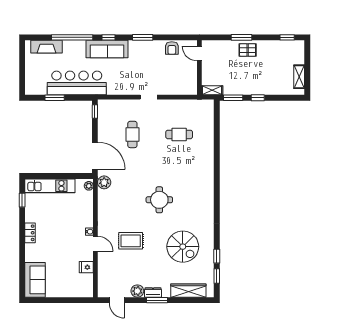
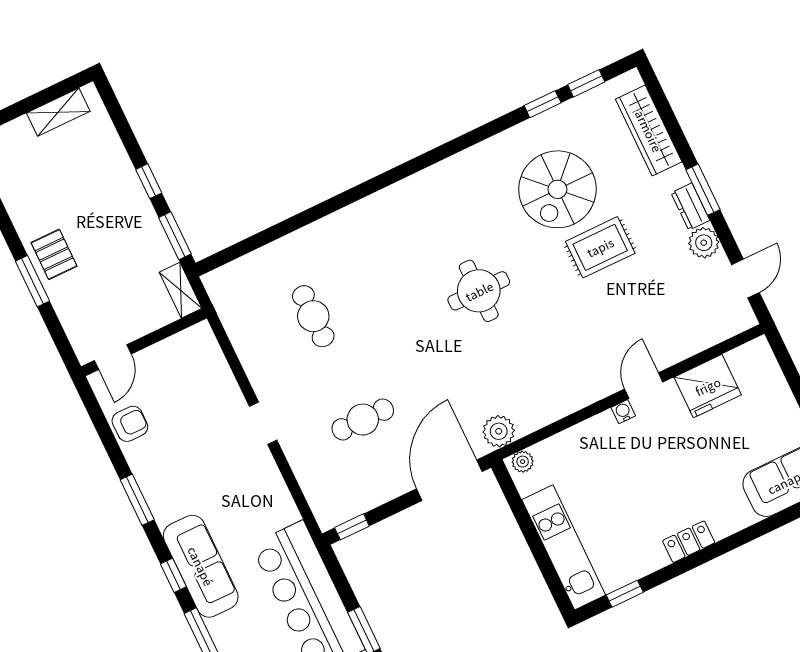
rug: (131, 241) -> (600, 247), moved, turned 90
spiral stairs: (183, 247) -> (557, 189), turned 180
fridge: (86, 267) -> (708, 386), width x1.88, depth x1.34

